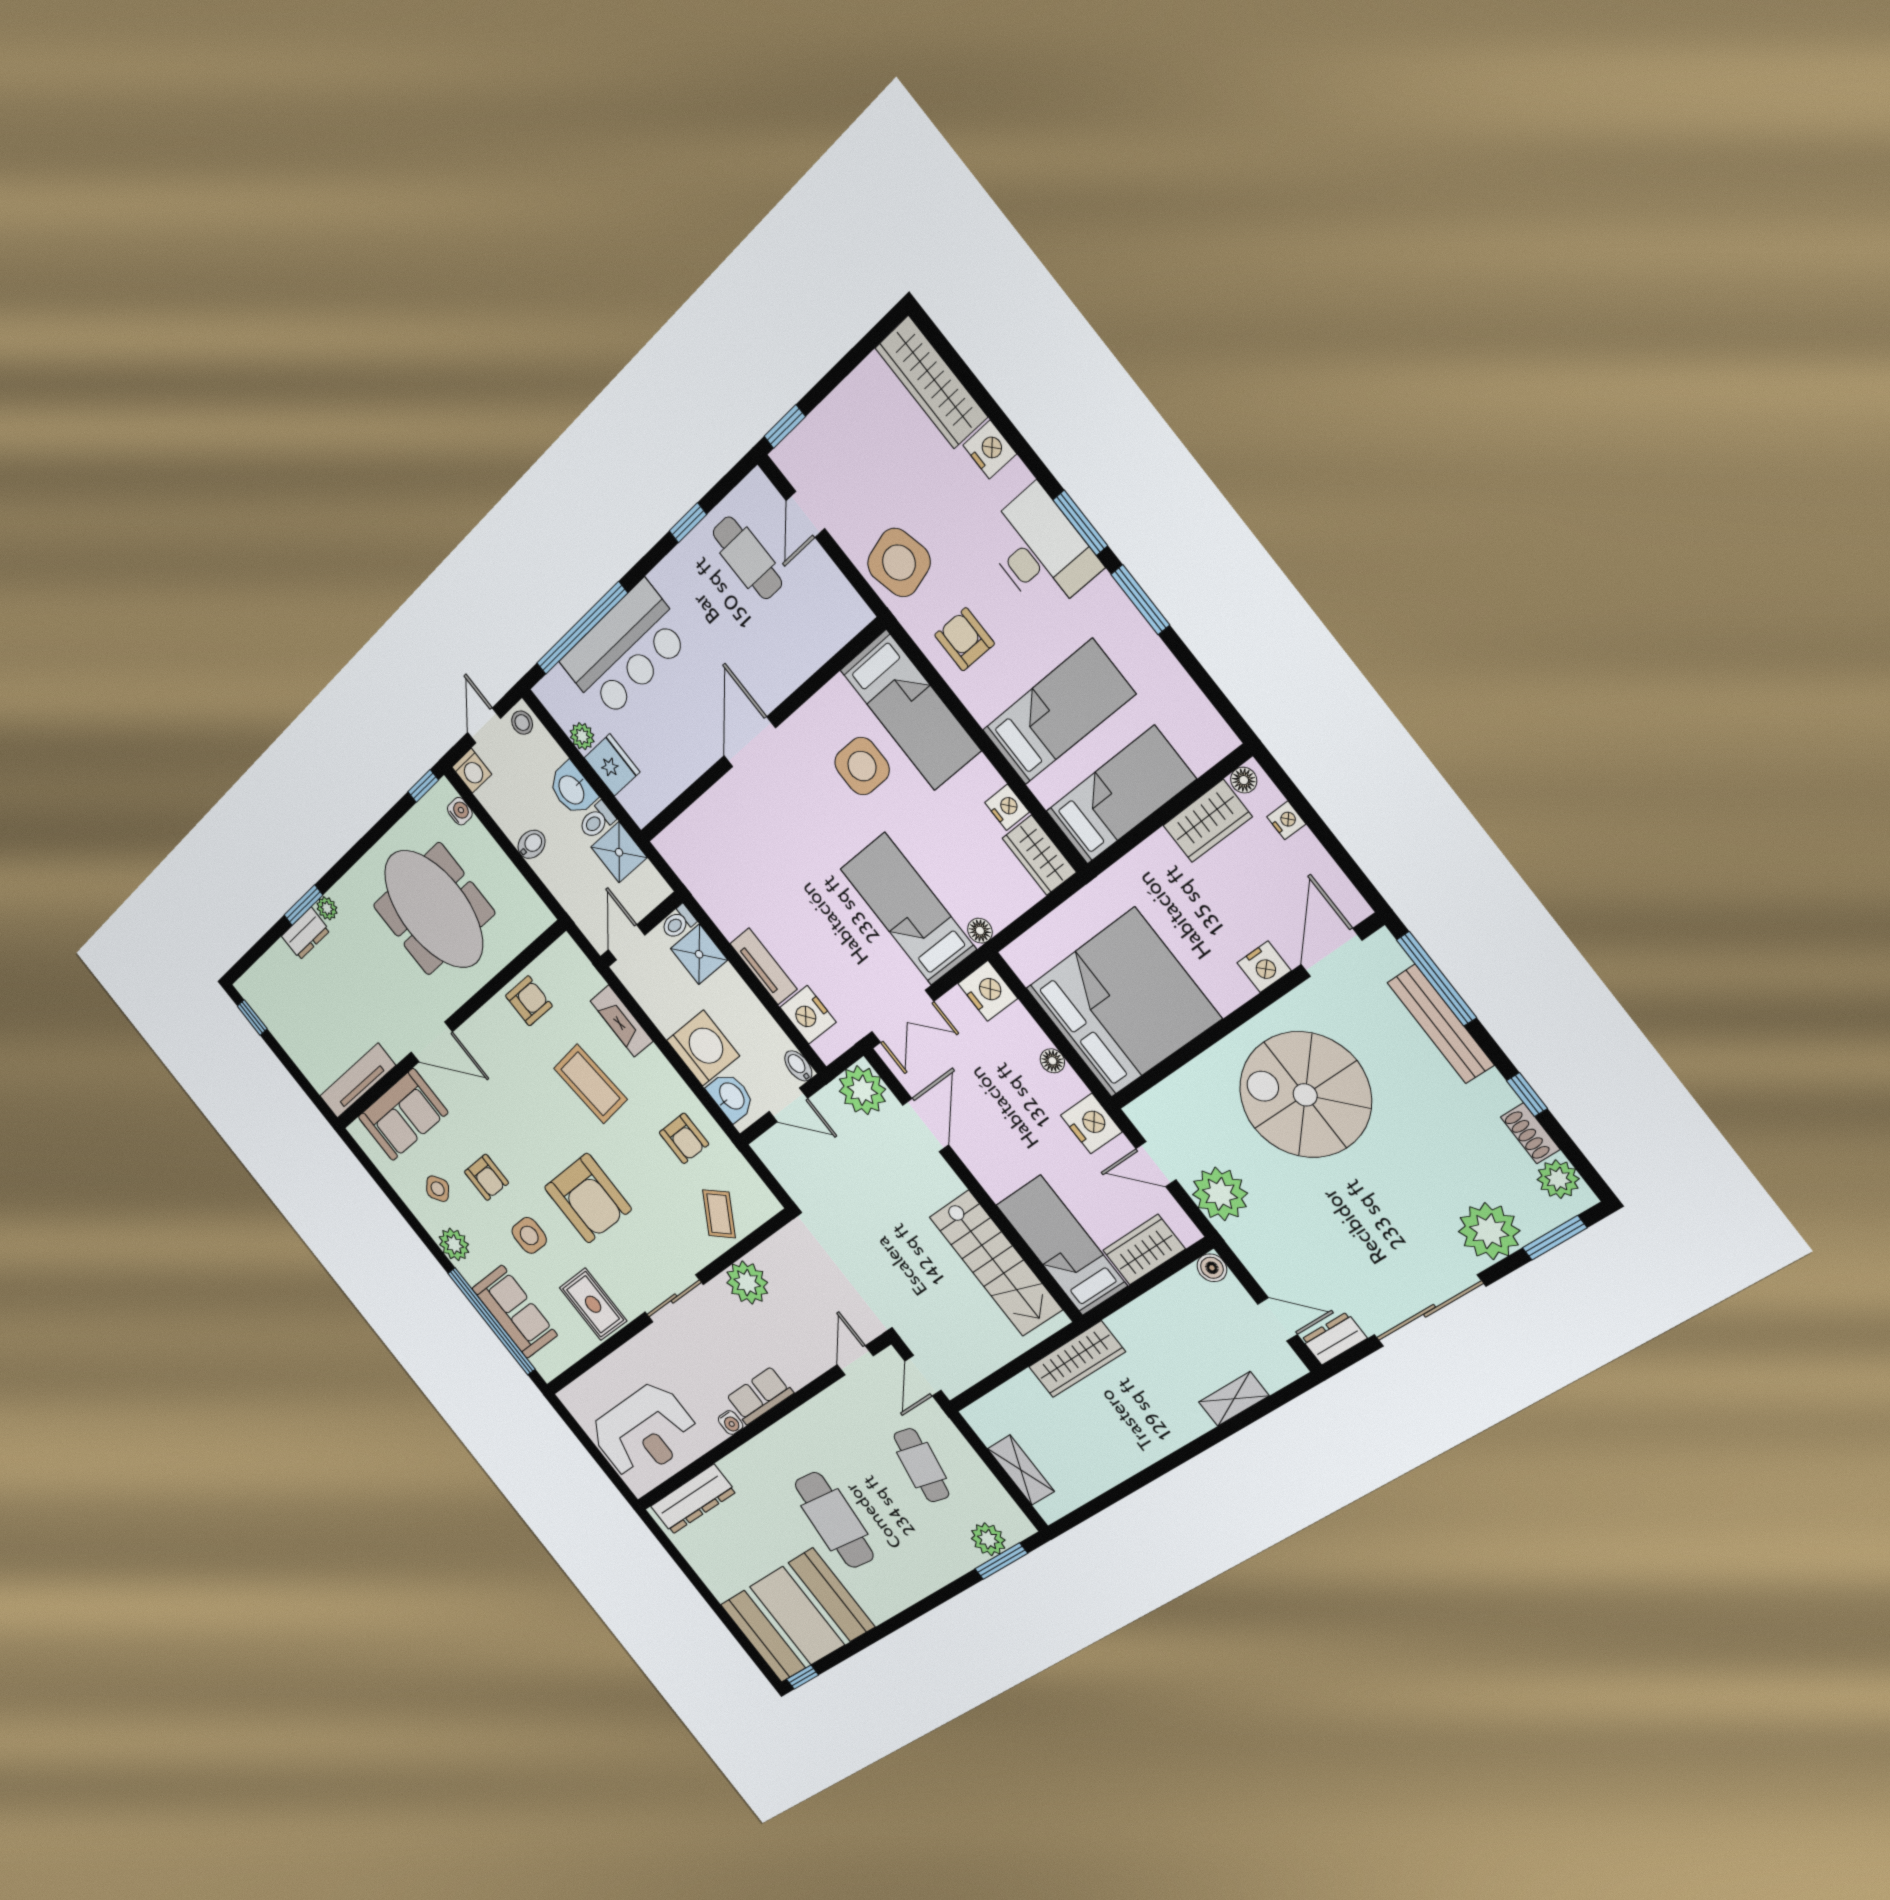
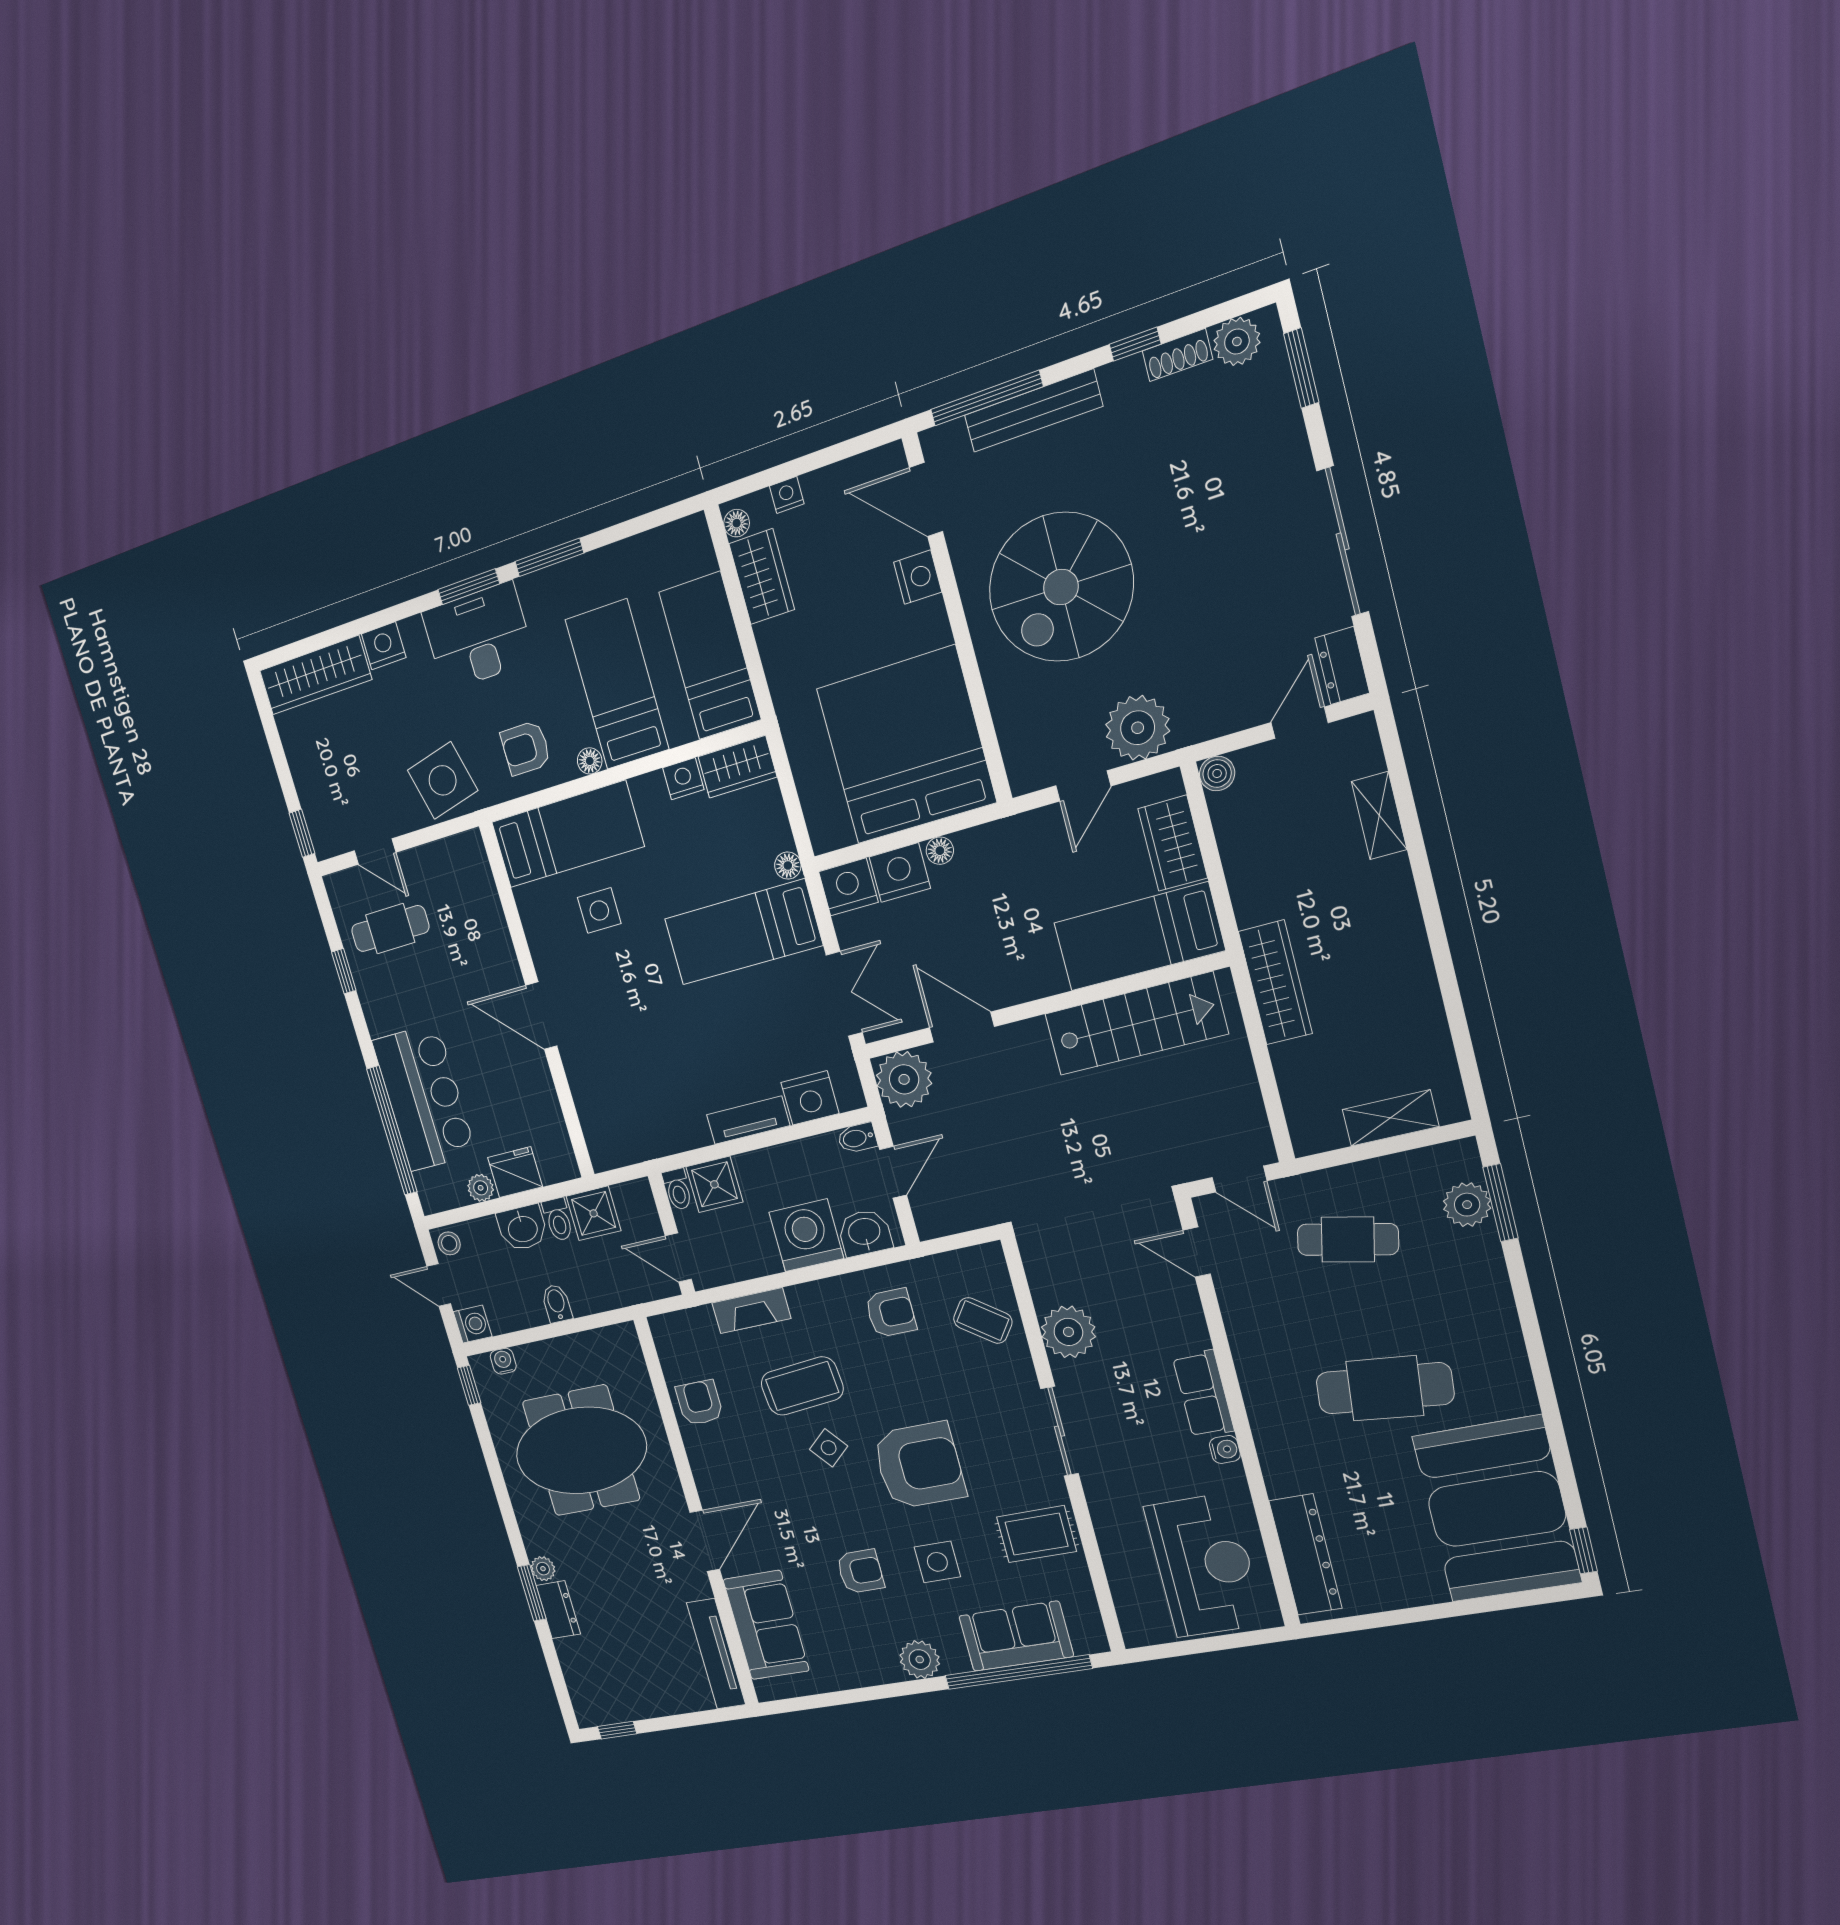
floor lamp: (982, 709) -> (590, 761), added
side table: (862, 766) -> (599, 911), width x0.73, depth x0.73
nightstand: (1091, 1124) -> (900, 873), moved
side table: (438, 1189) -> (829, 1448), moved
plant: (1489, 1231) -> (1271, 439), removed

